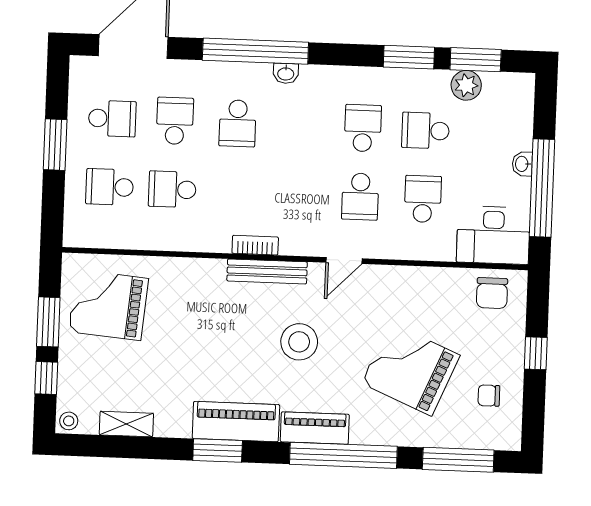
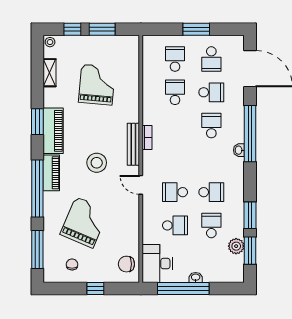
school desk: (238, 123) -> (211, 126), turned 90
grand piano: (108, 305) -> (97, 85), moved

